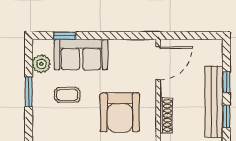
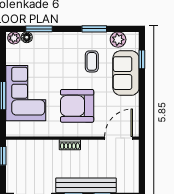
door: (158, 63) -> (119, 138), swing flipped
shoe rack: (166, 115) -> (70, 145), width x0.70

